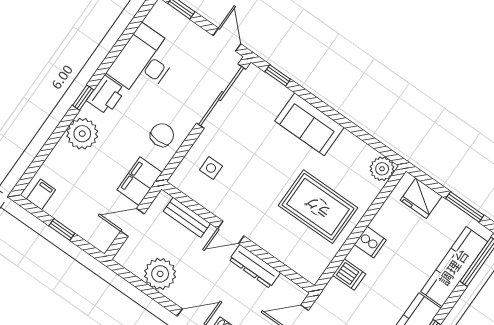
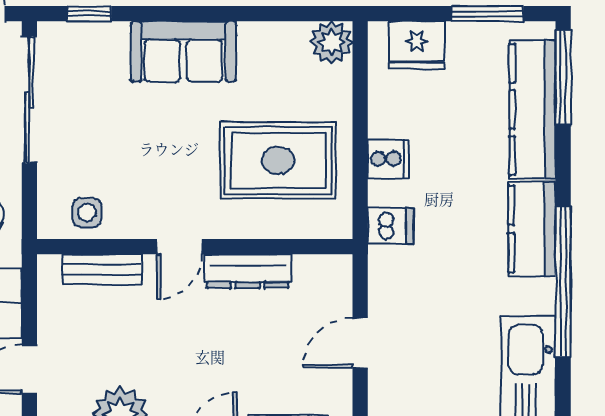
bench: (187, 217) -> (102, 269), moved
door: (231, 232) -> (179, 247), moved
wall: (238, 237) -> (195, 247), moved
dresser: (255, 266) -> (248, 271), moved

